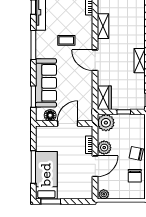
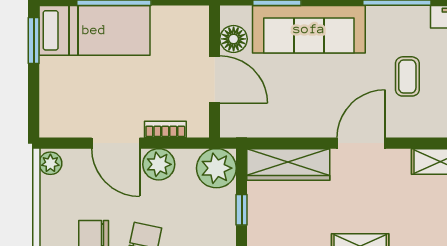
wardrobe: (104, 98) -> (288, 164), width x1.50

